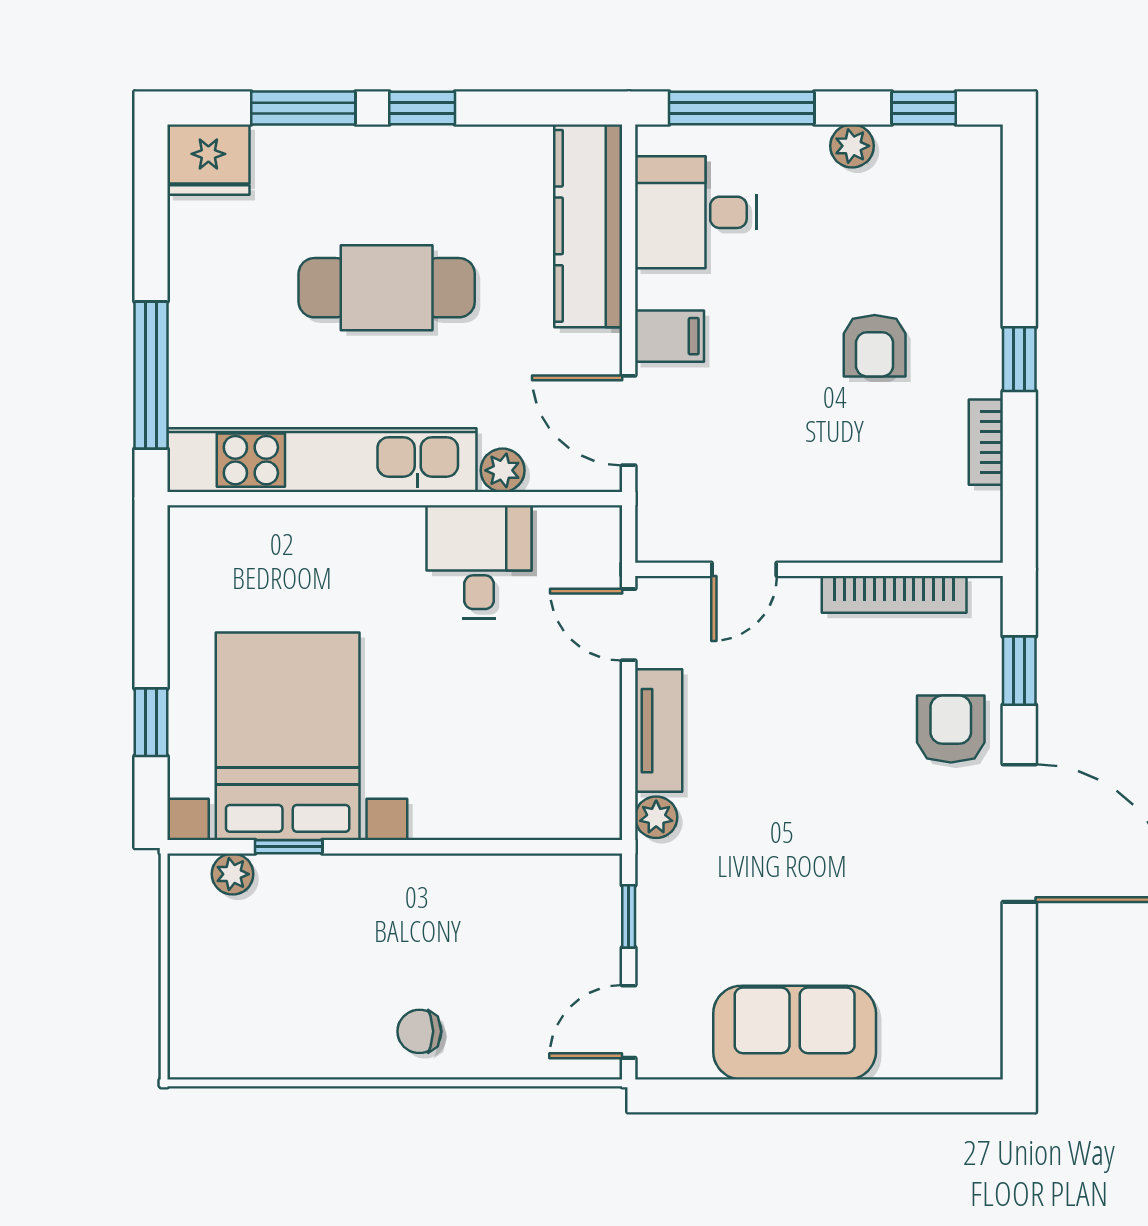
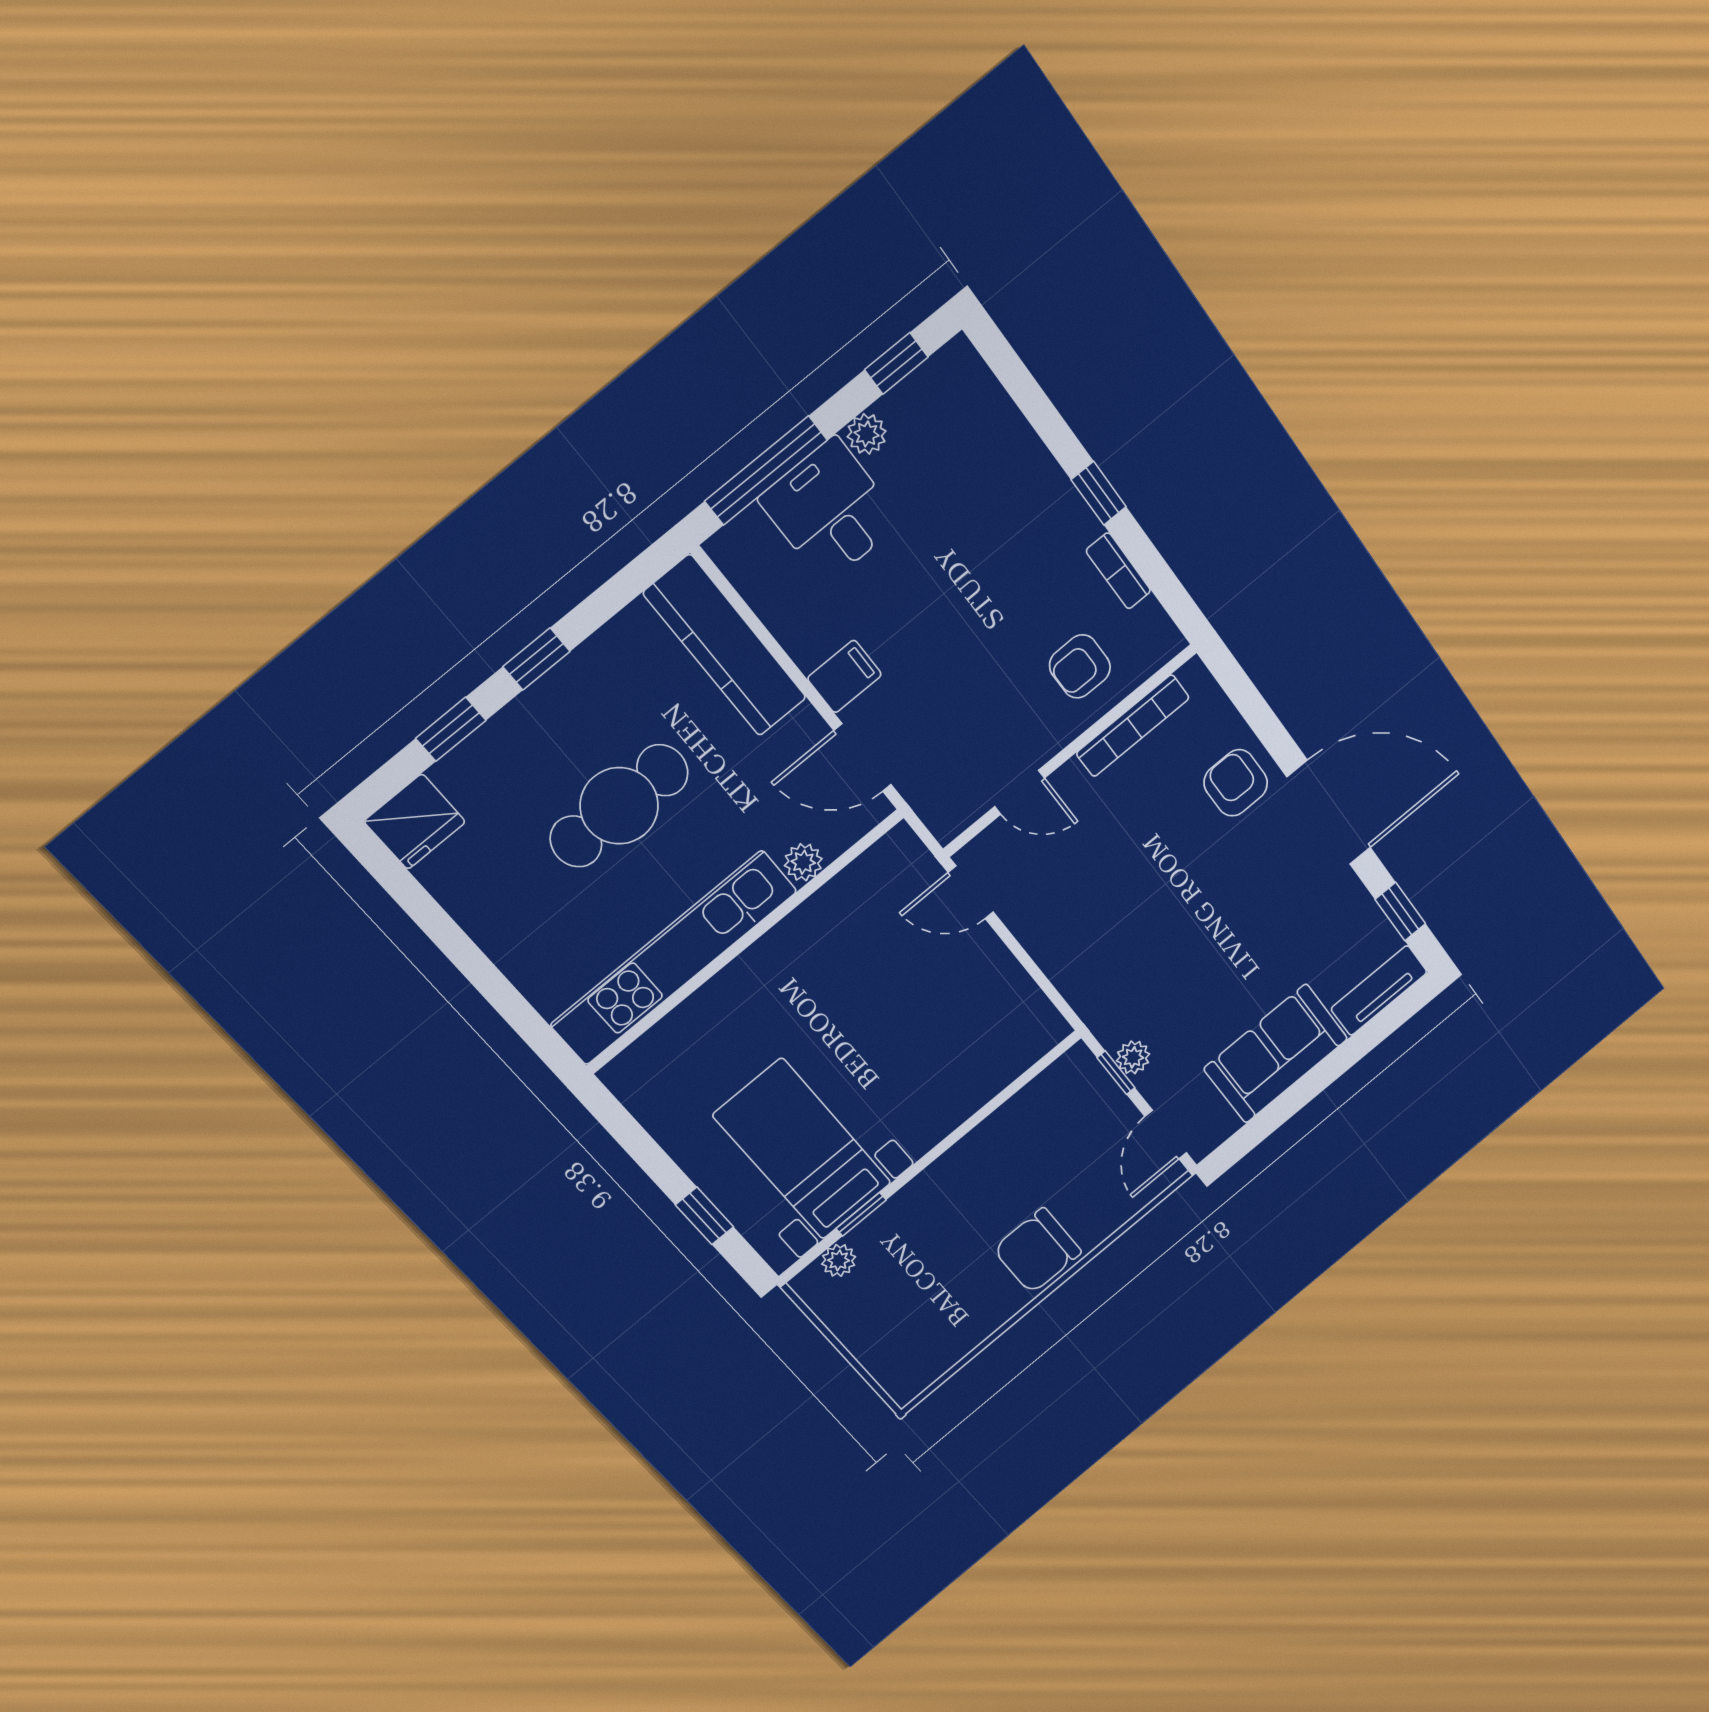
window: (303, 108) -> (451, 729), width x0.67
desk: (696, 212) -> (830, 511), moved, turned 90
armchair: (875, 346) -> (1080, 666), moved, turned 90
window: (151, 375) -> (506, 1000), removed
desk: (479, 562) -> (837, 935), removed
door: (744, 569) -> (1020, 792), hinge flipped
window: (1019, 671) -> (1400, 912), moved
tv unit: (659, 731) -> (1379, 990), moved, turned -90
bed with nightstands: (288, 736) -> (803, 1149), width x0.73
plant: (656, 817) -> (1133, 1057), moved
chair: (419, 1031) -> (1037, 1251), width x1.87, depth x1.87

